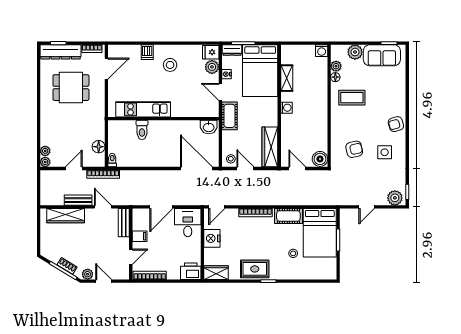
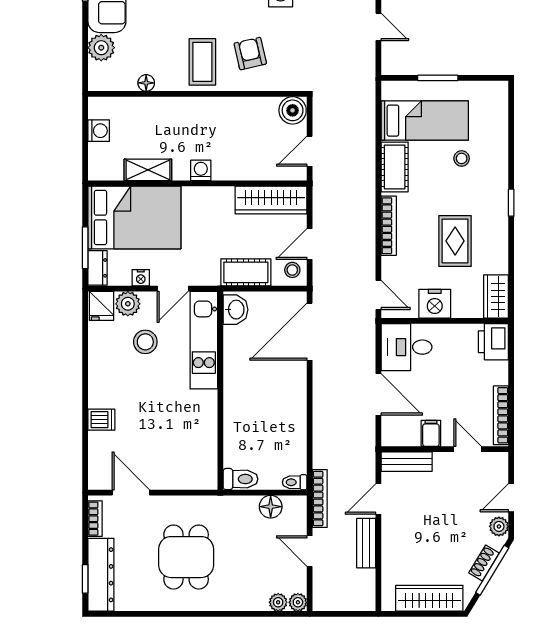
washing machine: (322, 51) -> (99, 131), moved
stool: (170, 65) -> (145, 342), moved
plant: (336, 66) -> (127, 82), removed
dining table: (71, 88) -> (186, 557), moved
coffee table: (352, 98) -> (202, 62), moved
kitchen unit: (143, 109) -> (204, 340), moved
cot: (229, 116) -> (246, 272), moved
toilet: (142, 130) -> (240, 479), moved
armchair: (354, 149) -> (250, 54), moved
wardrobe: (66, 216) -> (429, 598), moved, turned -90
bed: (320, 233) -> (425, 121), width x0.67
rug: (255, 269) -> (455, 241), moved

